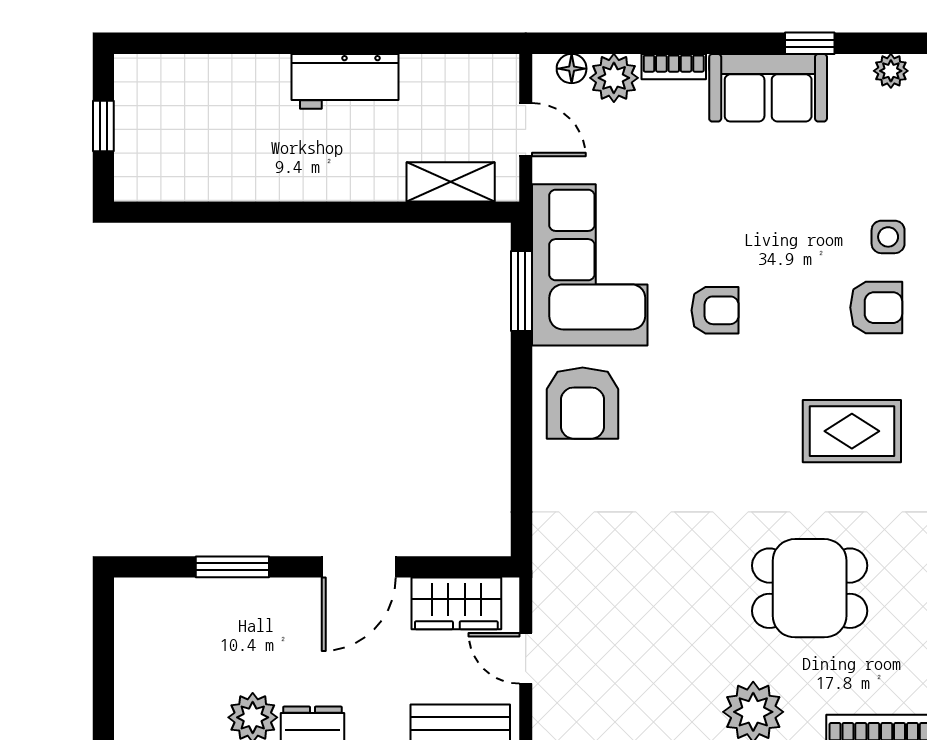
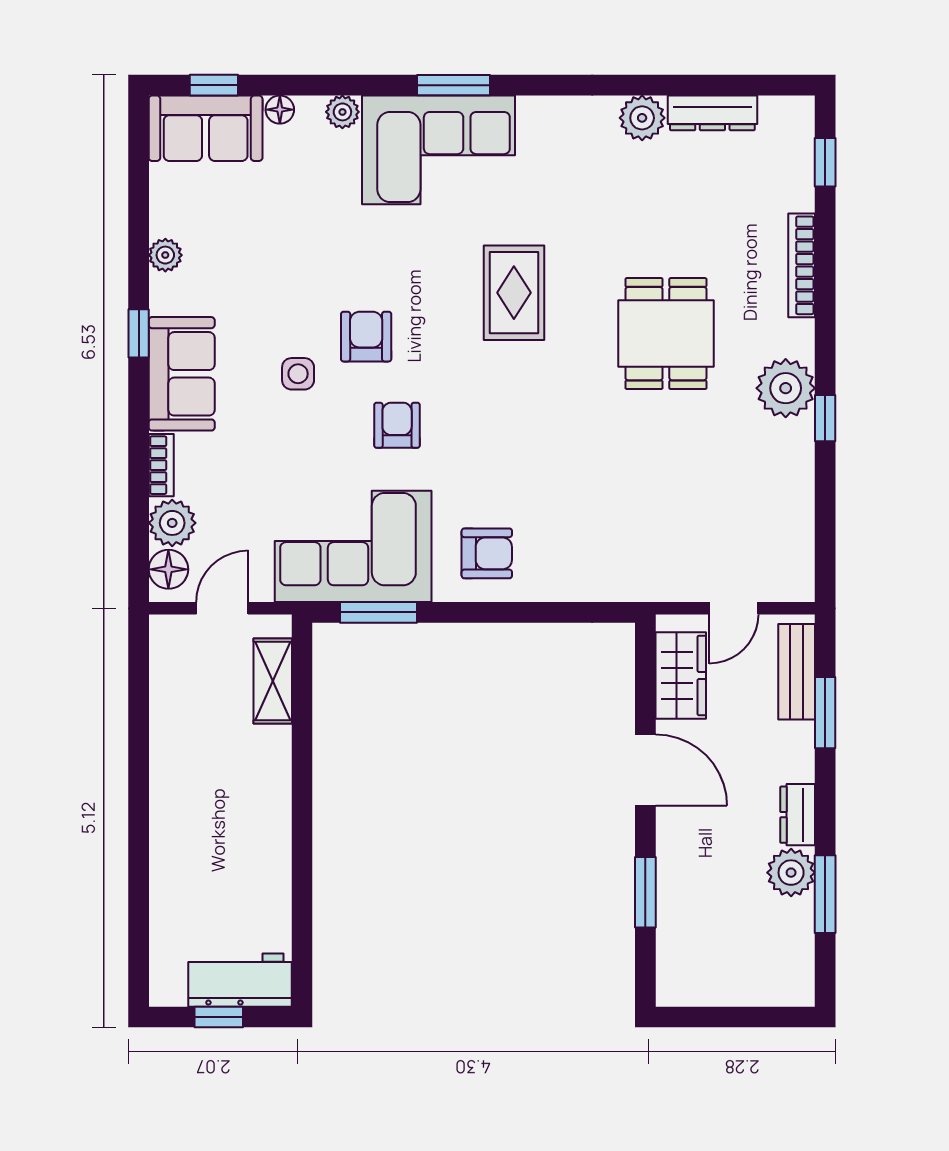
floor lamp: (572, 69) -> (168, 569), width x1.37, depth x1.37
workbench: (345, 81) -> (240, 980), moved, turned -90
side table: (888, 237) -> (298, 374), moved
armchair: (876, 308) -> (366, 337), moved
armchair: (583, 403) -> (487, 553), width x0.72, depth x0.72

